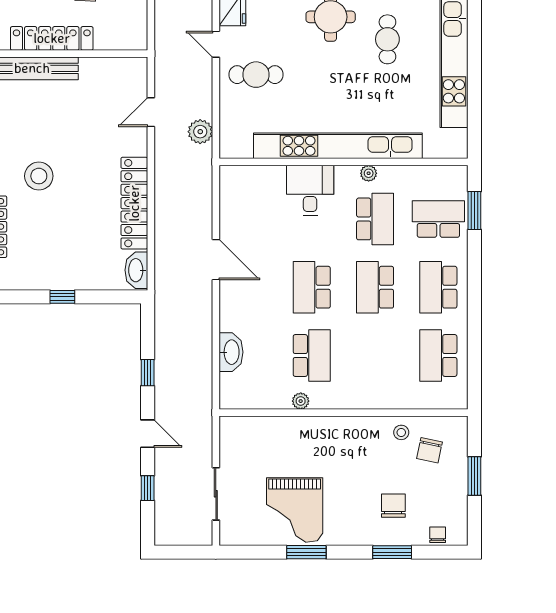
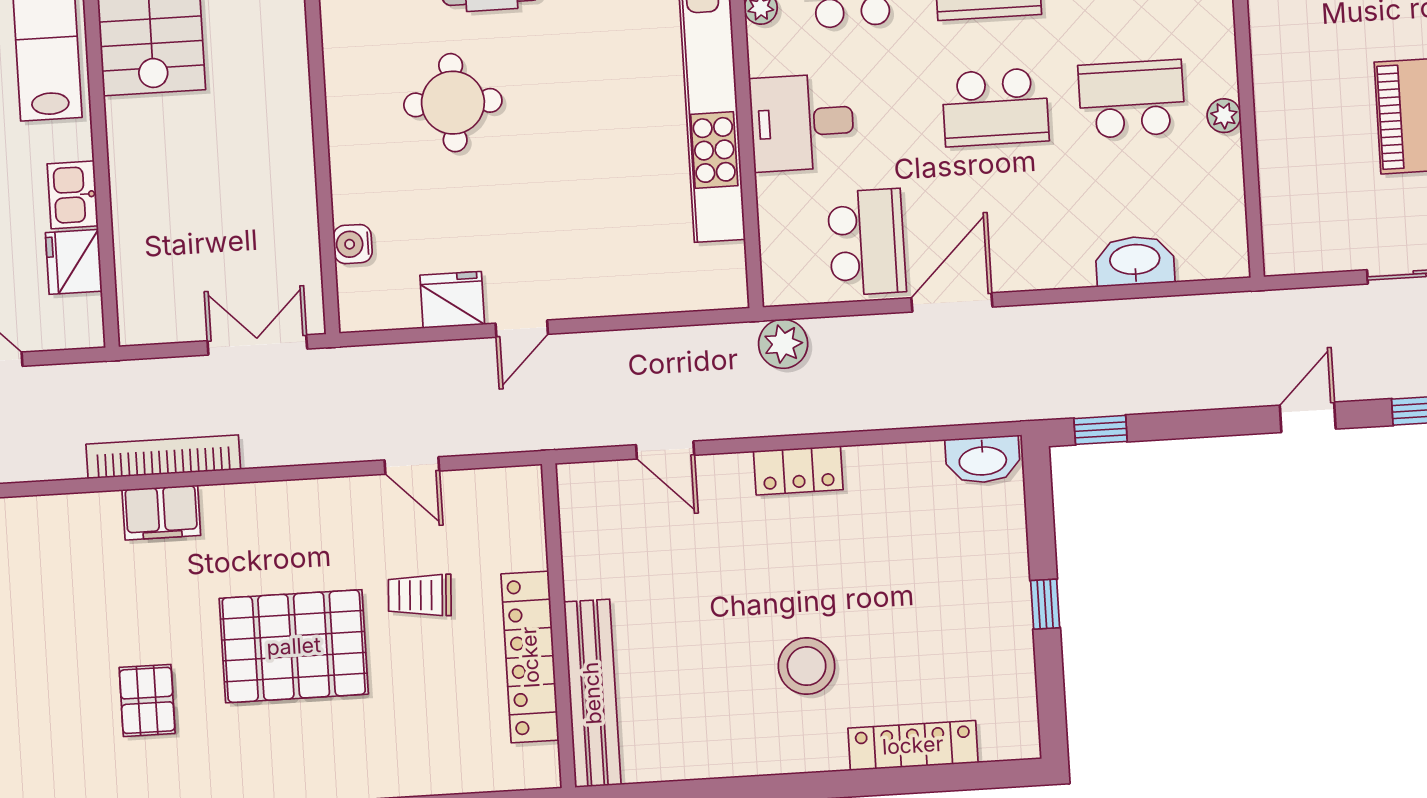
cafe table: (256, 75) -> (577, 245), removed
plant: (200, 132) -> (783, 344), moved
locker: (134, 203) -> (798, 470), width x0.46, depth x0.83
school desk: (248, 219) -> (867, 242), added
window: (148, 373) -> (1101, 430), moved

